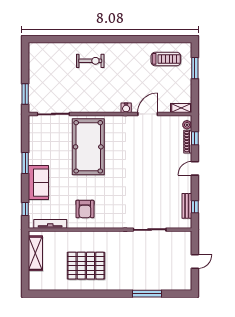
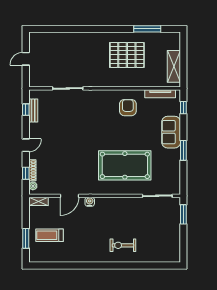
treadmill: (166, 59) -> (49, 235), moved
pool table: (88, 147) -> (125, 165), turned 90
window: (147, 294) -> (147, 29), moved

